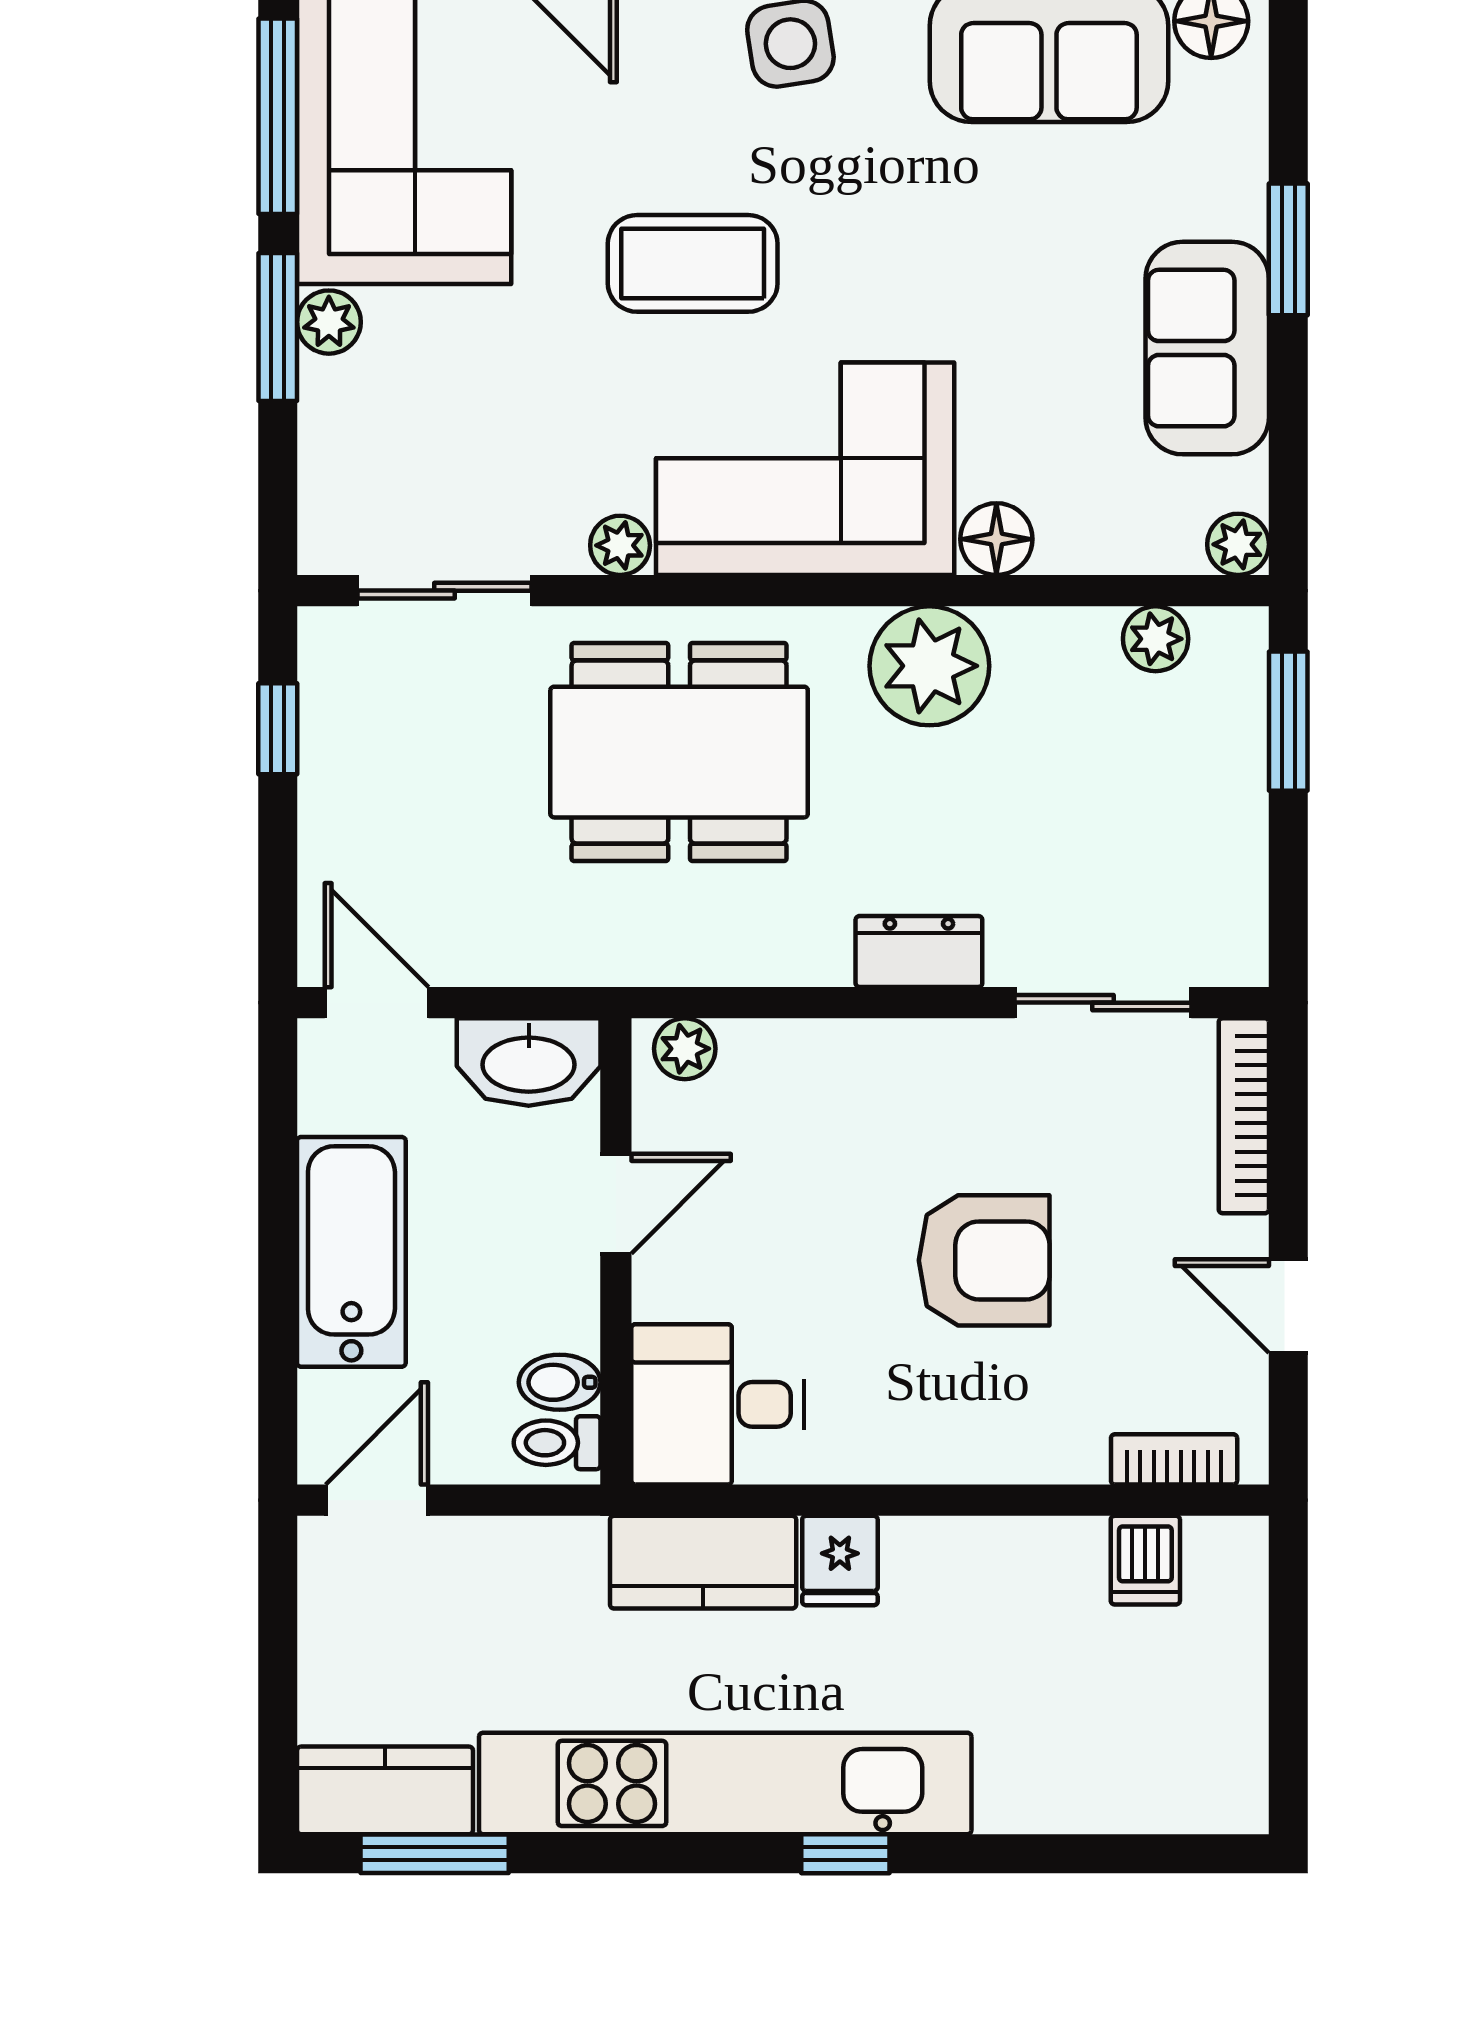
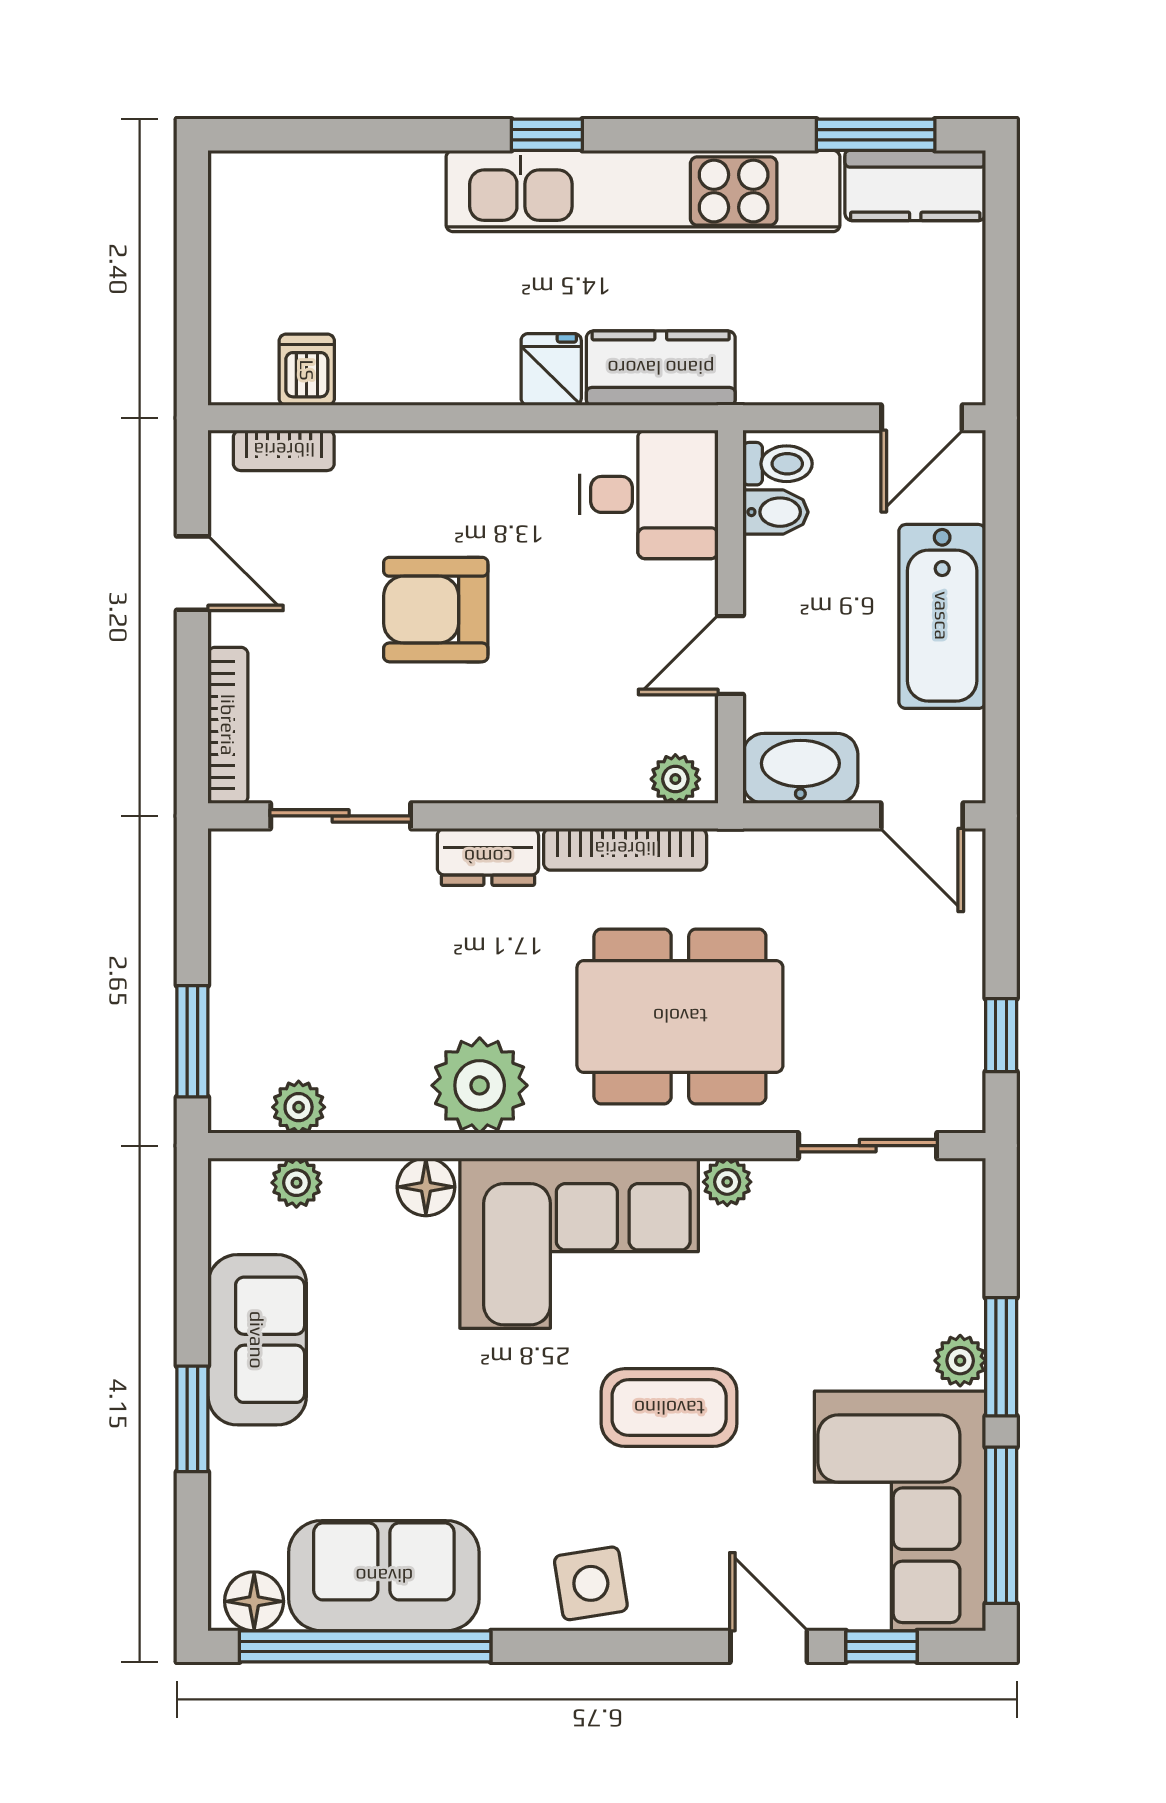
plant: (1238, 544) -> (296, 1183), moved
bookcase: (748, 961) -> (625, 849), added

